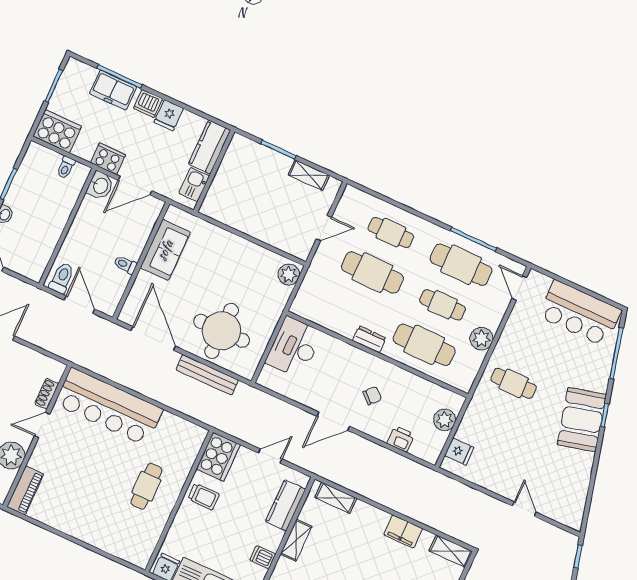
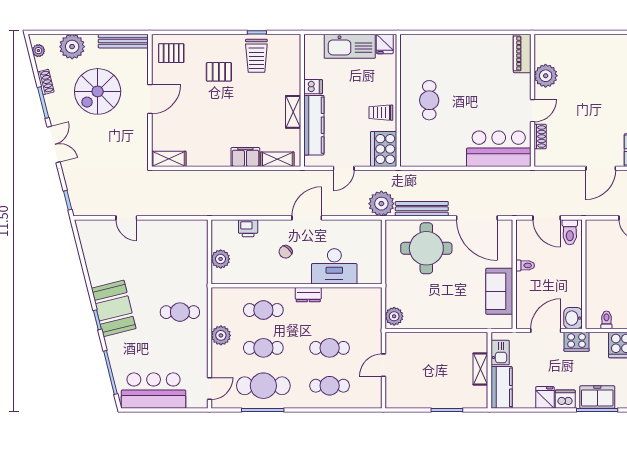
shelving: (309, 175) -> (480, 369), moved, turned 90
cafe table: (372, 273) -> (330, 348), width x0.73, depth x0.74
door: (519, 288) -> (210, 389), hinge flipped
cafe table: (424, 345) -> (263, 310), width x0.73, depth x0.74
desk: (294, 347) -> (334, 266), moved, turned 90
plant: (247, 400) -> (381, 204), added
bar counter: (109, 407) -> (499, 149), width x0.73
fridge: (459, 452) -> (198, 239), removed
kitchen counter: (285, 505) -> (314, 125), width x1.50
filing cabinet: (403, 531) -> (245, 157), moved

